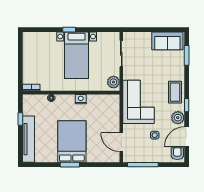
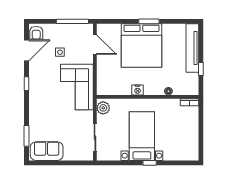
coffee table: (175, 92) -> (39, 97), removed
plant: (178, 118) -> (36, 71), removed
bed: (72, 141) -> (141, 46), width x1.36

